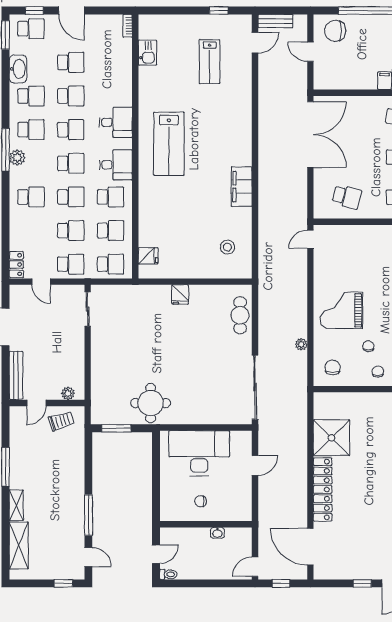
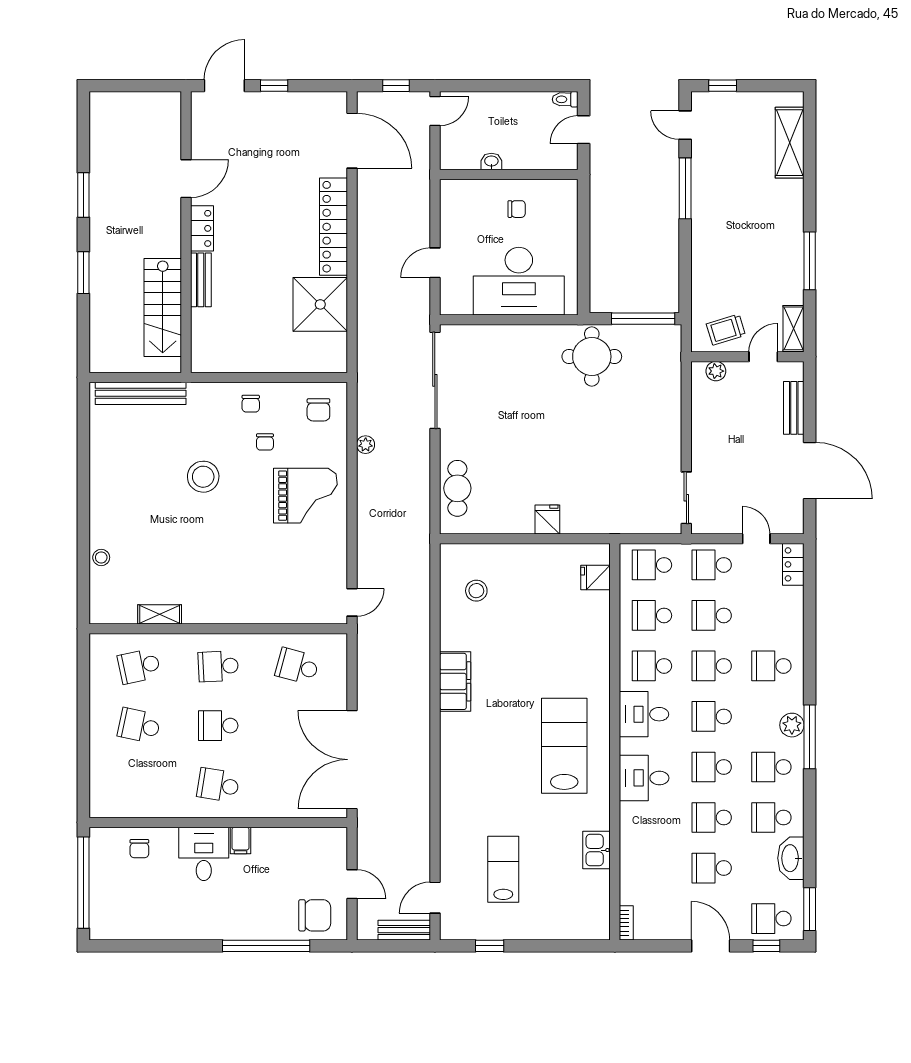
kitchen sink: (147, 53) -> (596, 850), moved
bench: (16, 375) -> (794, 408), width x0.73
window: (116, 428) -> (643, 319), width x1.44
shelving: (16, 505) -> (793, 328), moved

